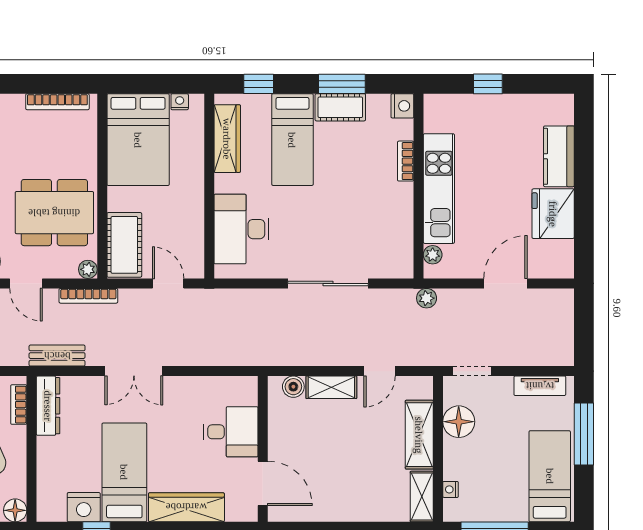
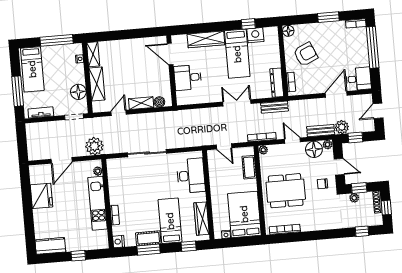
kitchen counter: (559, 156) -> (50, 246), moved, turned -90
dining table: (54, 213) -> (286, 191), moved
cot: (124, 245) -> (249, 167), width x0.73, depth x0.75
plant: (427, 298) -> (94, 146), width x1.87, depth x1.87

